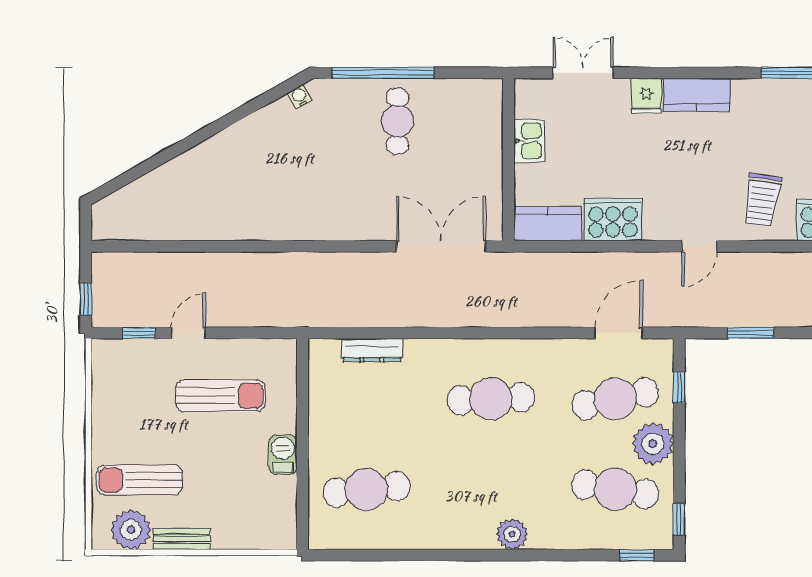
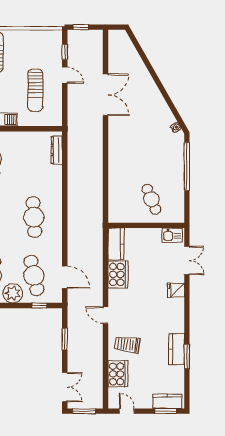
kitchen counter: (697, 95) -> (176, 349), moved
cafe table: (397, 121) -> (151, 199), moved, turned 68
kitchen sink: (529, 141) -> (172, 235), moved
double door: (441, 246) -> (105, 95), moved
dresser: (372, 350) -> (57, 150), moved

